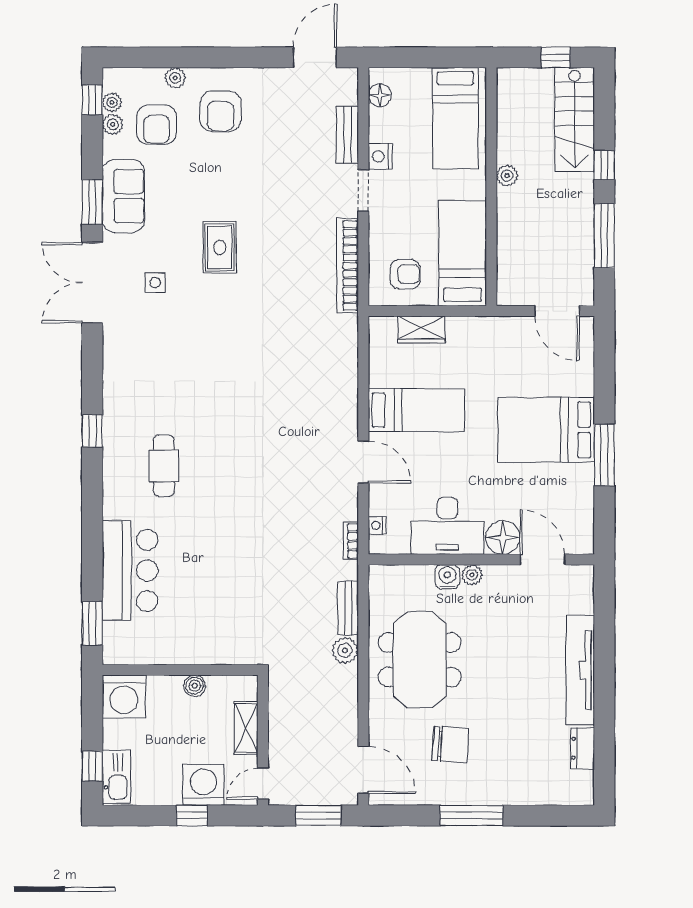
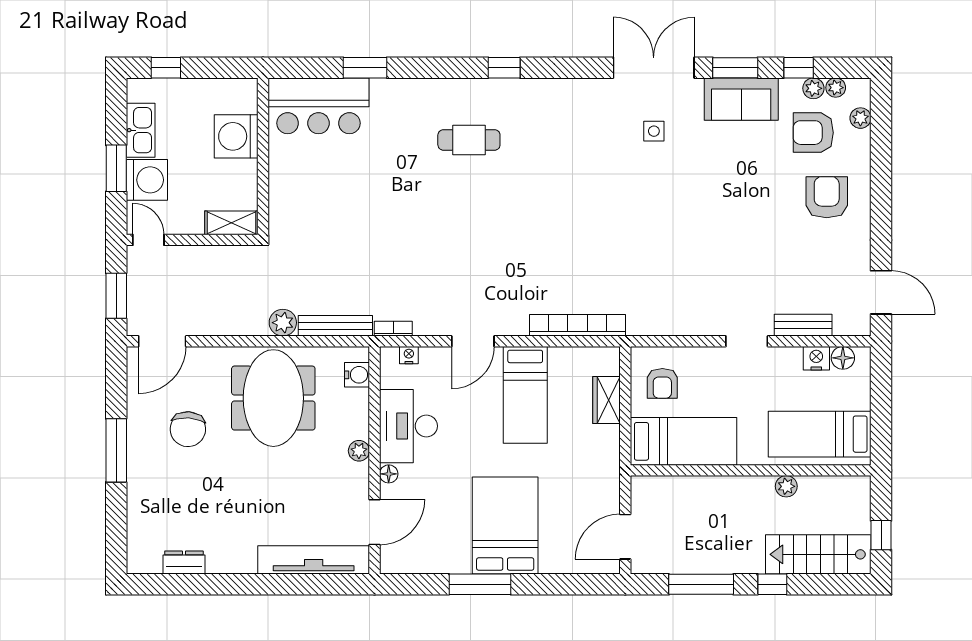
plant: (175, 78) -> (860, 118), moved
window: (92, 100) -> (799, 68), moved
armchair: (221, 111) -> (827, 197), turned 89
nightstand: (380, 156) -> (816, 358), moved
plant: (507, 176) -> (786, 486), moved
rug: (220, 247) -> (689, 196), removed
bookcase: (348, 266) -> (577, 325), moved
floor lamp: (503, 537) -> (389, 474), width x0.53, depth x0.53
bar counter: (130, 570) -> (318, 106), moved
water cooler: (447, 577) -> (357, 375), moved
bench: (348, 608) -> (335, 326), width x1.36
window: (92, 623) -> (365, 68), moved
meeting table: (420, 660) -> (273, 398), turned 90
tv unit: (580, 670) -> (314, 560), moved
boiler: (195, 686) -> (247, 171), removed
washing machine: (124, 697) -> (236, 136), moved
shelving: (246, 728) -> (231, 223), moved
kitchen sink: (116, 777) -> (141, 130), moved, turned -90
window: (192, 816) -> (116, 168), width x1.50

